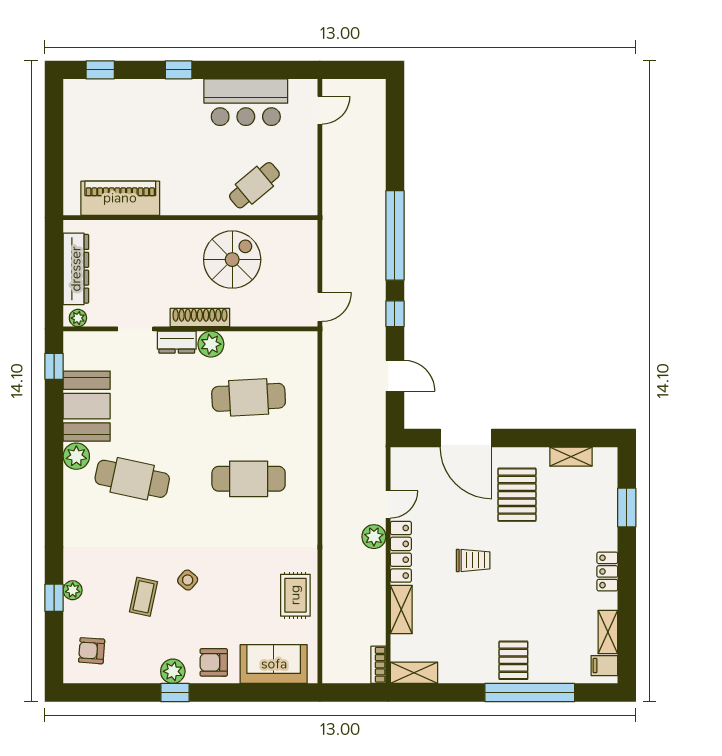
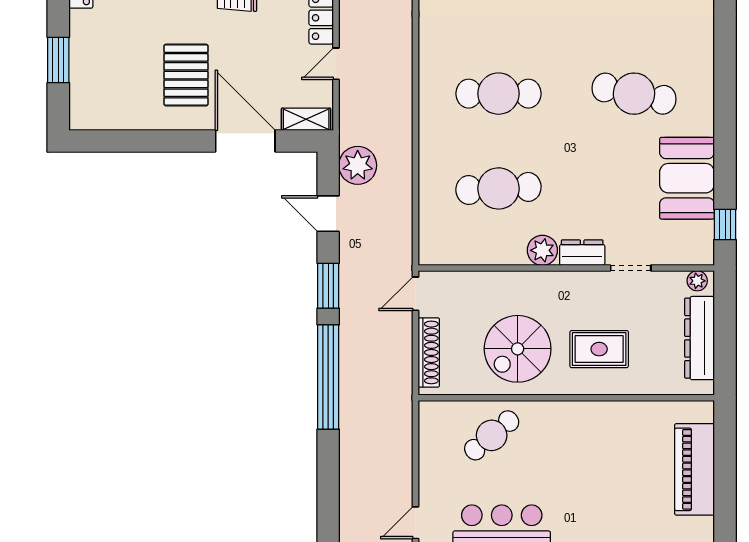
piano: (120, 198) -> (695, 469), moved, turned 90
rug: (162, 259) -> (599, 349), added
window: (395, 314) -> (328, 286), width x1.50
shoe rack: (200, 317) -> (429, 352), moved, turned -90
plant: (76, 456) -> (699, 120), removed
shelving: (571, 457) -> (306, 119), moved
plant: (374, 537) -> (358, 165), moved, width x1.36, depth x1.36

